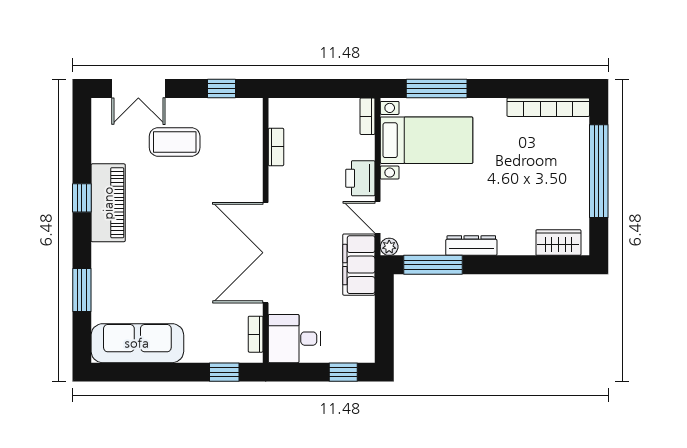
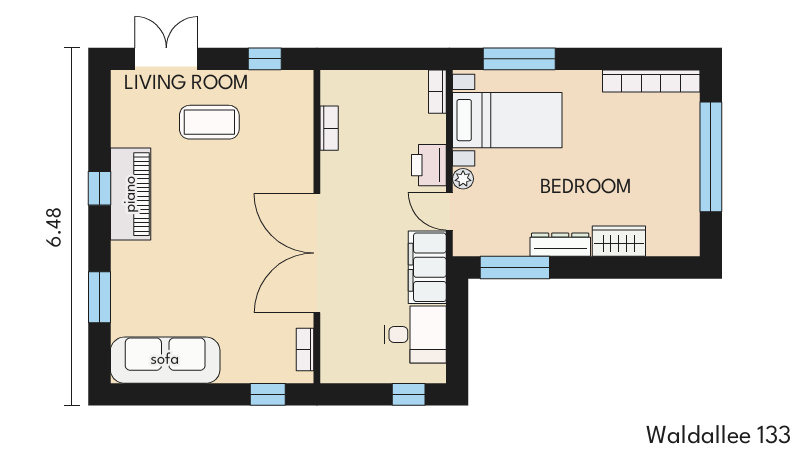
double door: (138, 88) -> (166, 59), swing flipped
wardrobe: (558, 243) -> (619, 241), moved
plant: (389, 247) -> (463, 179), moved
desk: (295, 339) -> (415, 335), moved, turned 180

